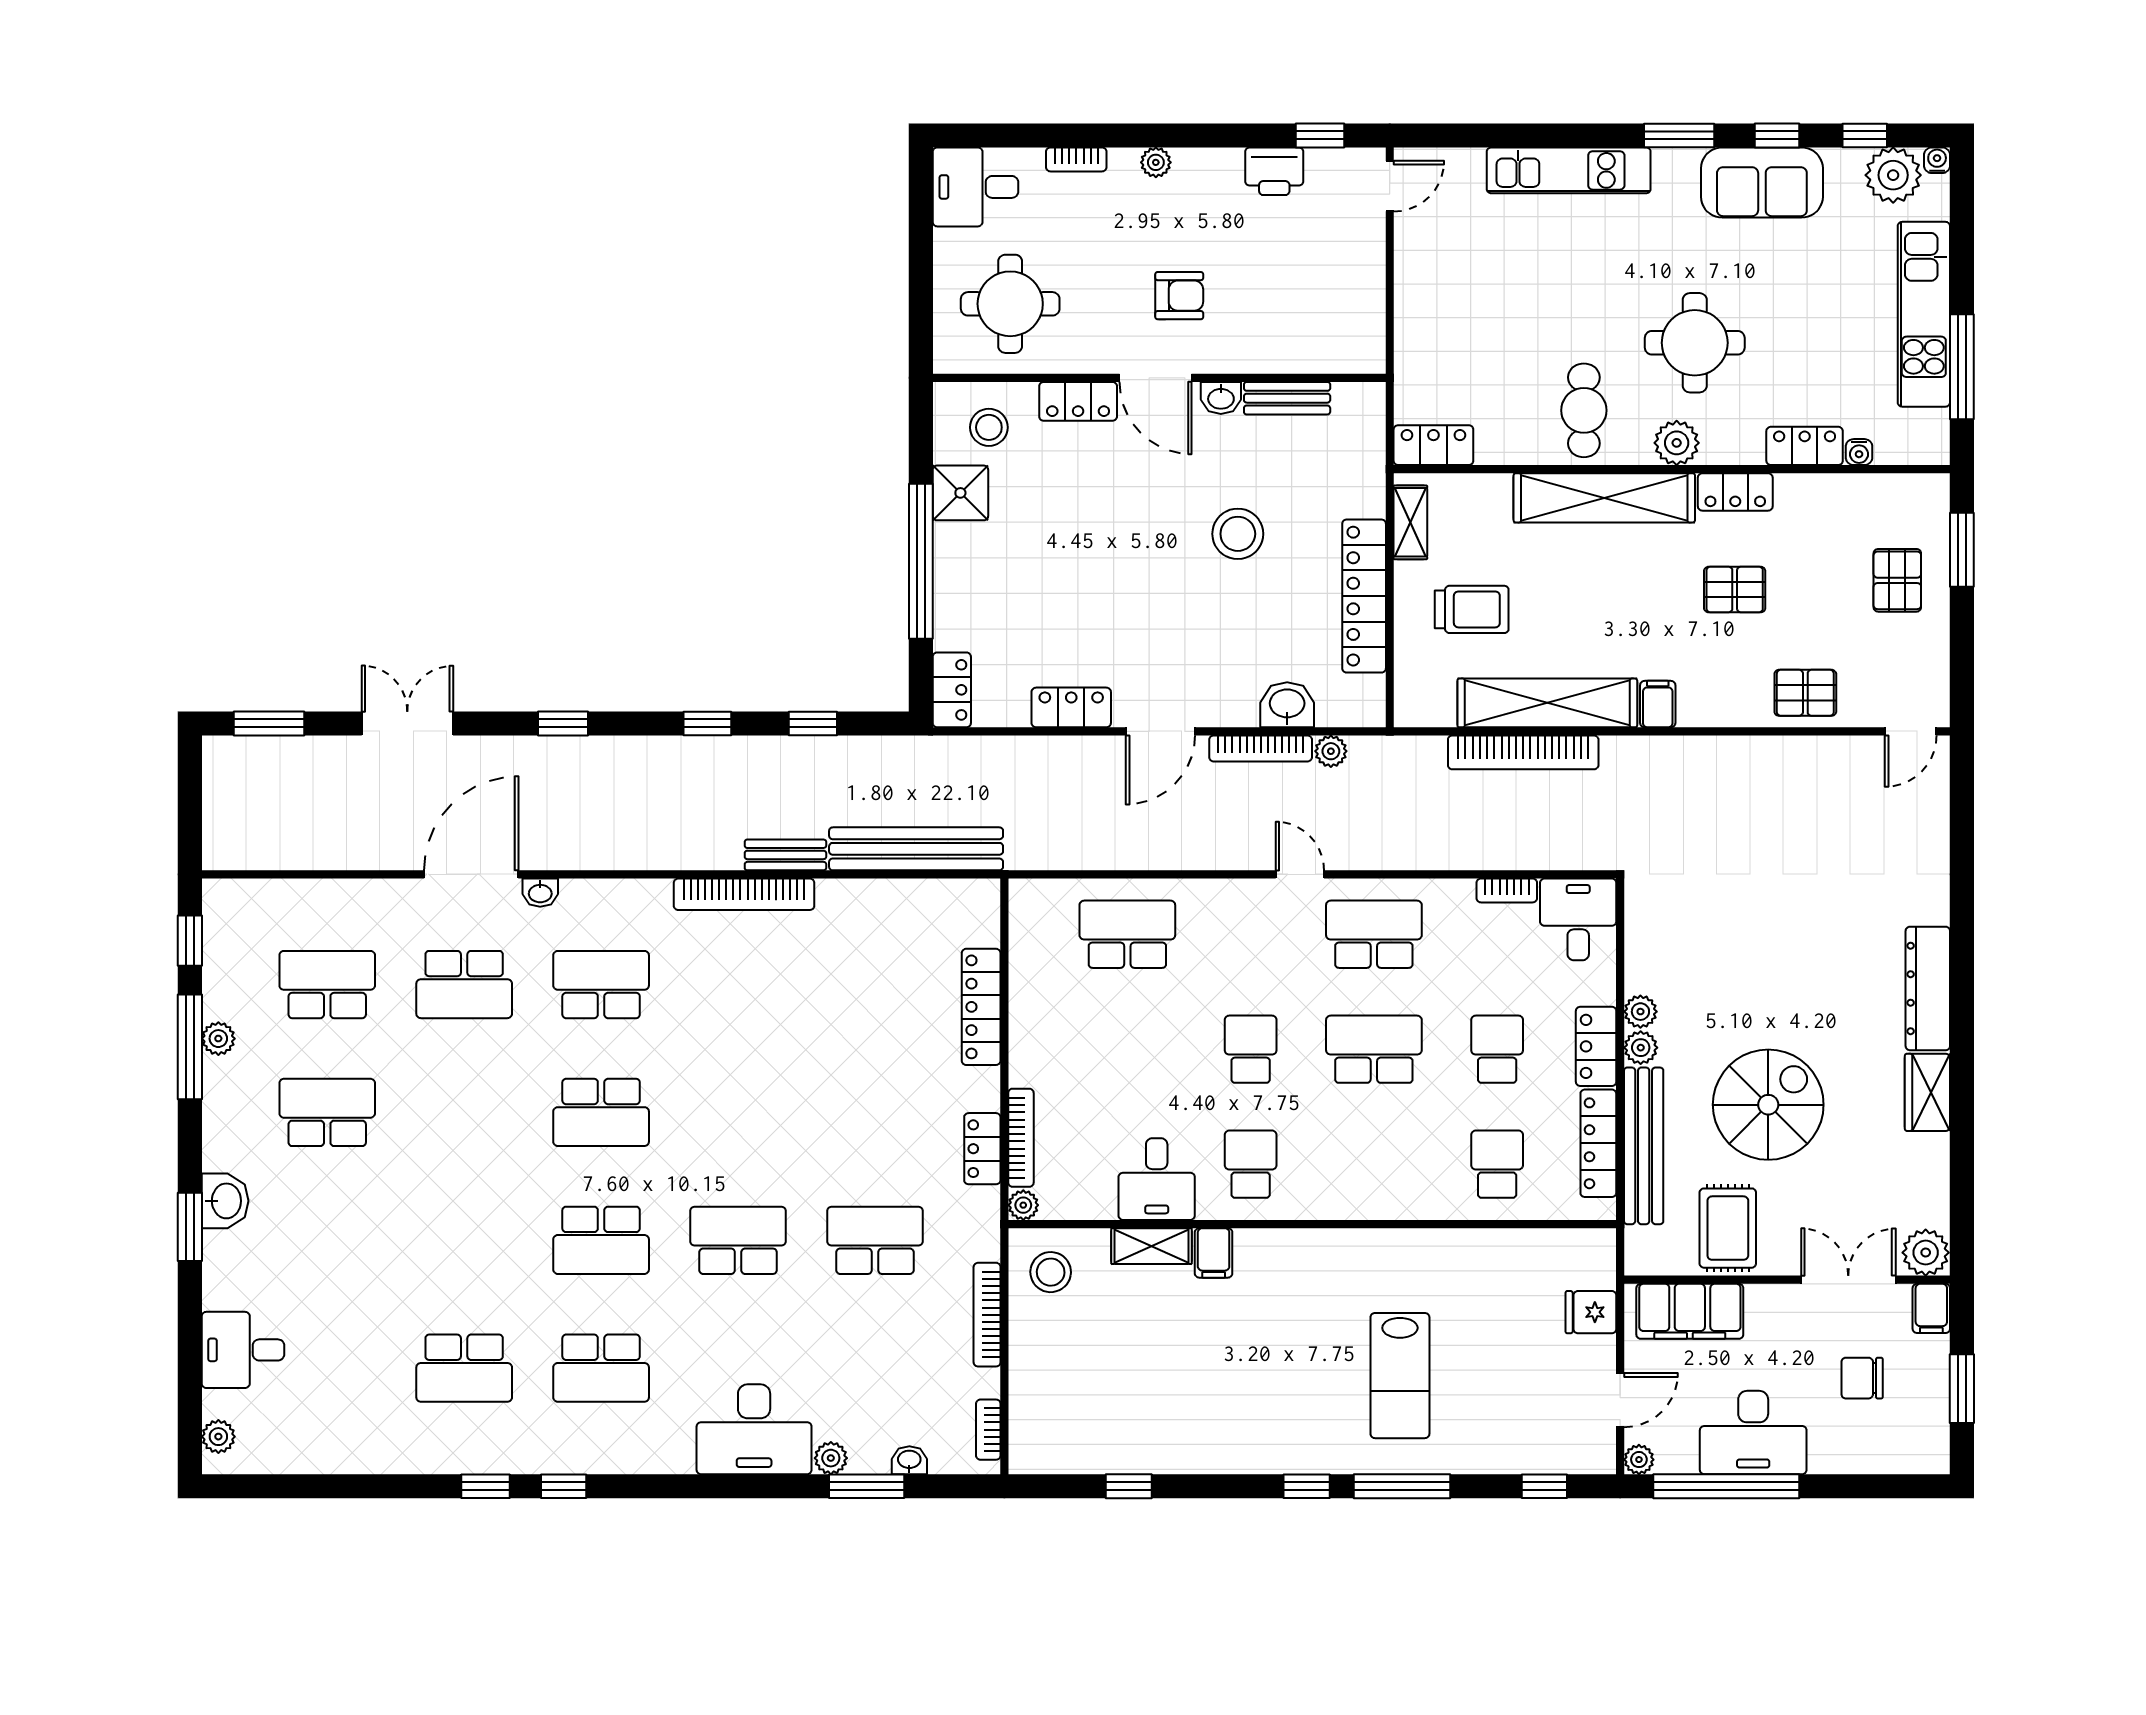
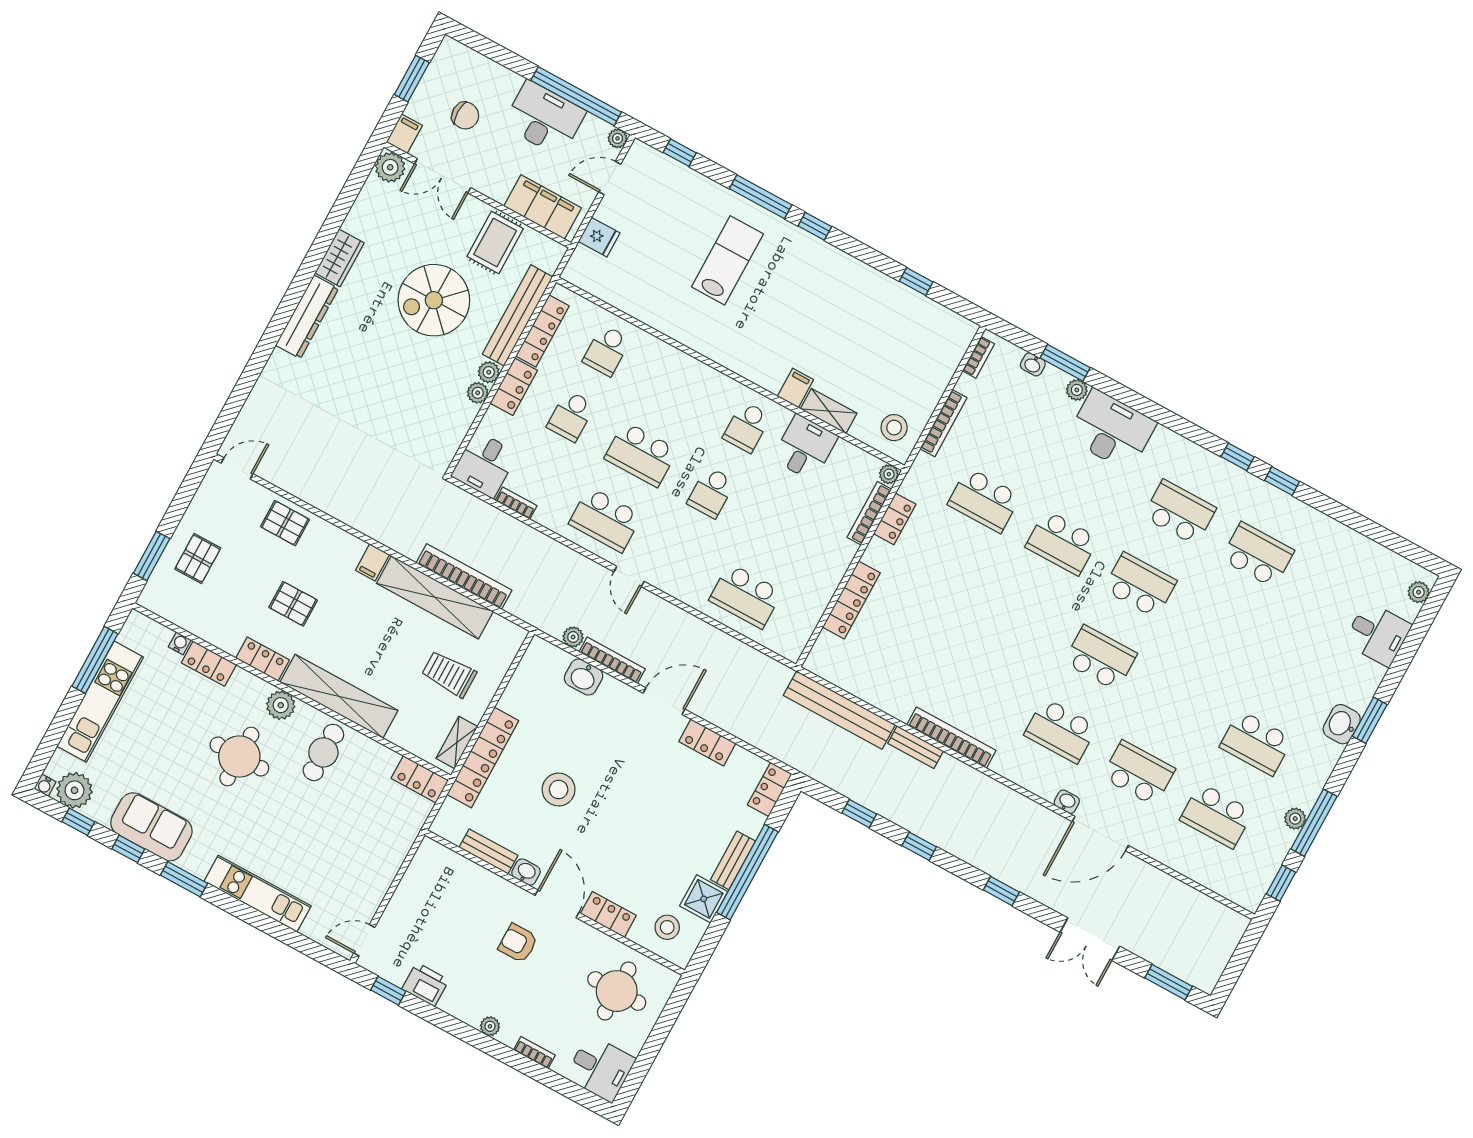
bench: (949, 567) -> (733, 860), added
locker: (1364, 596) -> (483, 758), moved

